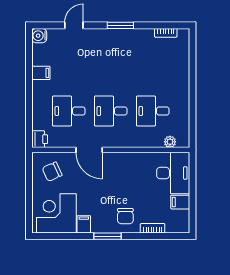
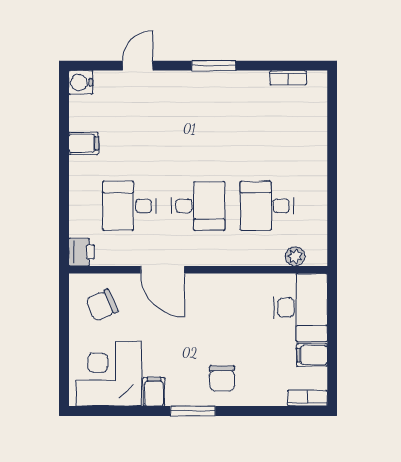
desk: (111, 111) -> (198, 206), turned 180
bookcase: (153, 228) -> (307, 398), moved

